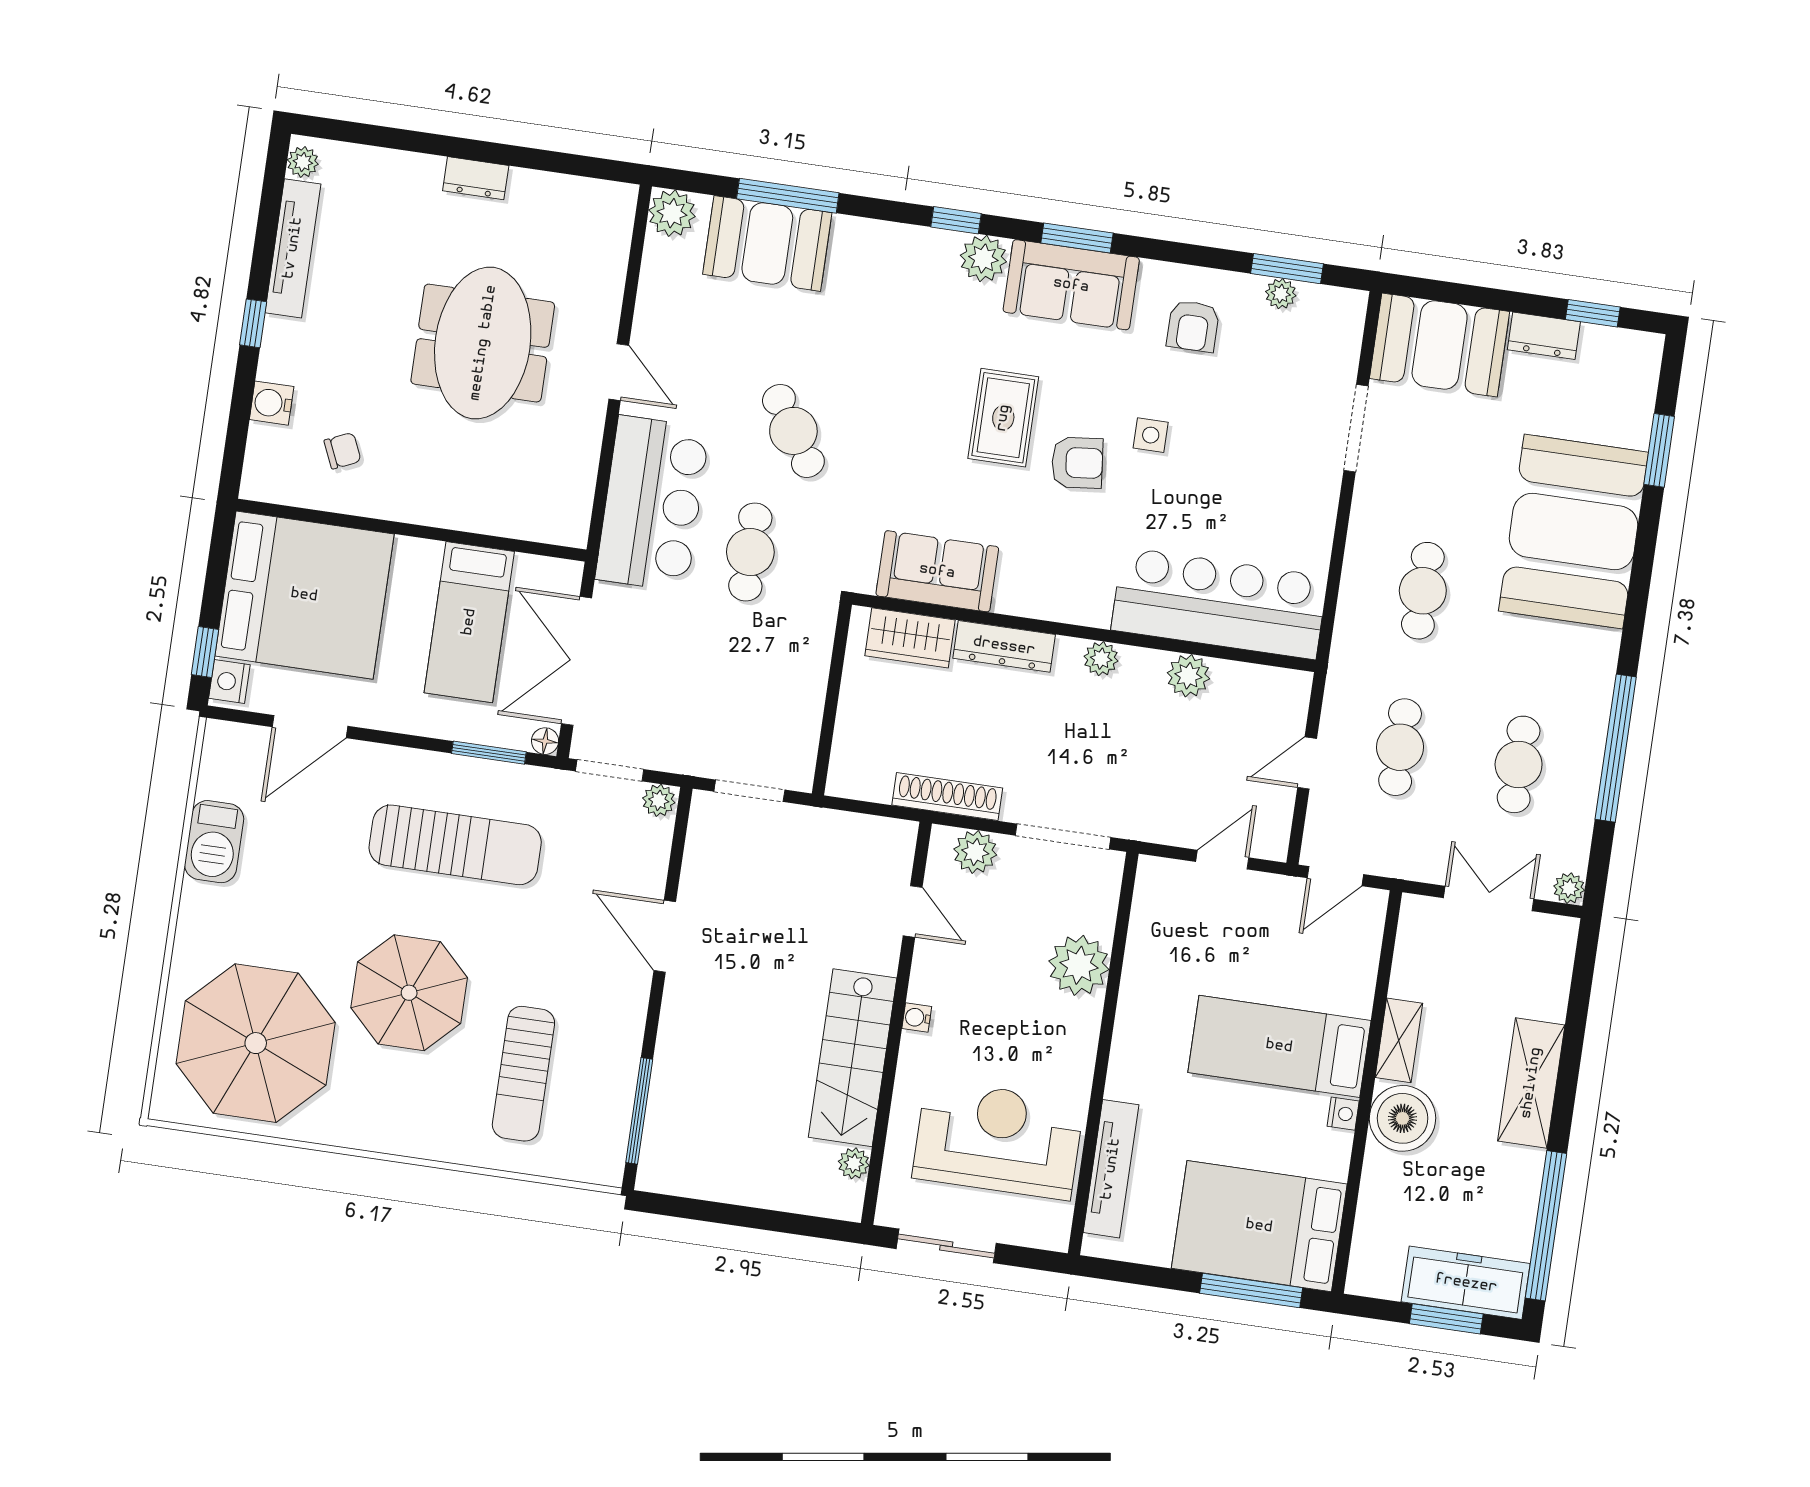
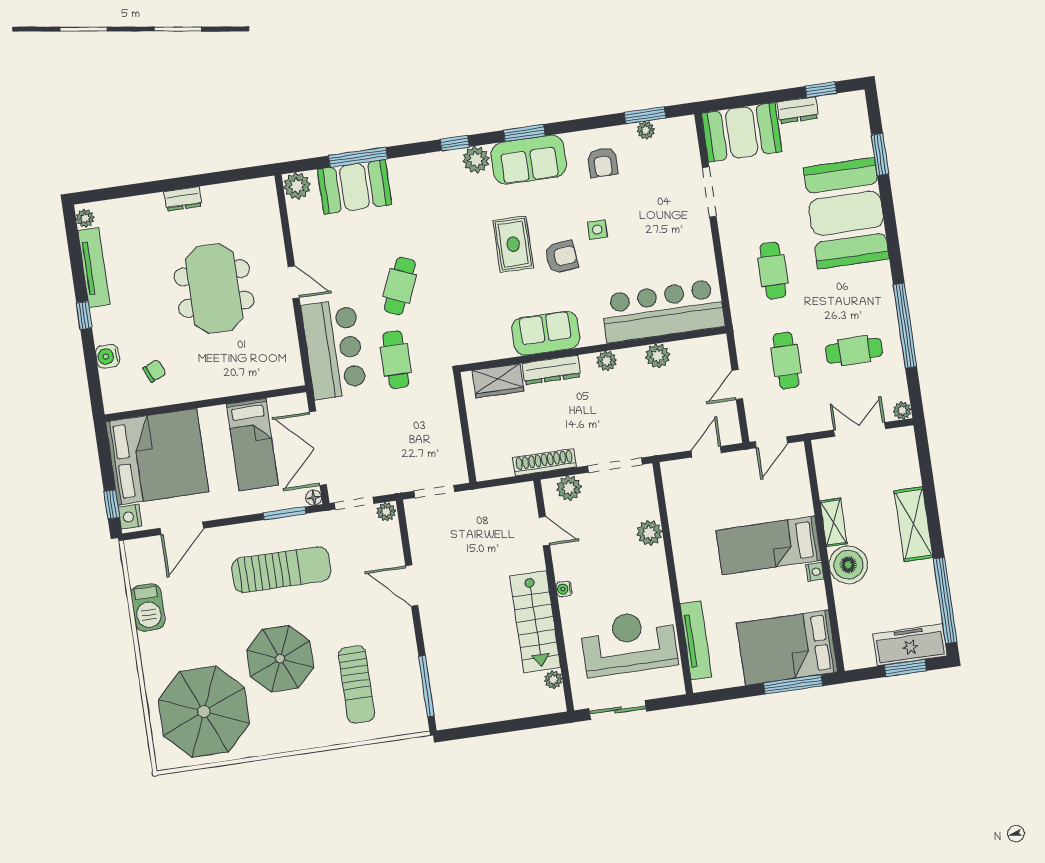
cafe table: (793, 431) -> (400, 286), turned 56
sofa: (937, 571) -> (546, 333), moved
cafe table: (1519, 764) -> (854, 351), turned 90
plant: (1079, 965) -> (649, 533), width x0.73, depth x0.73

